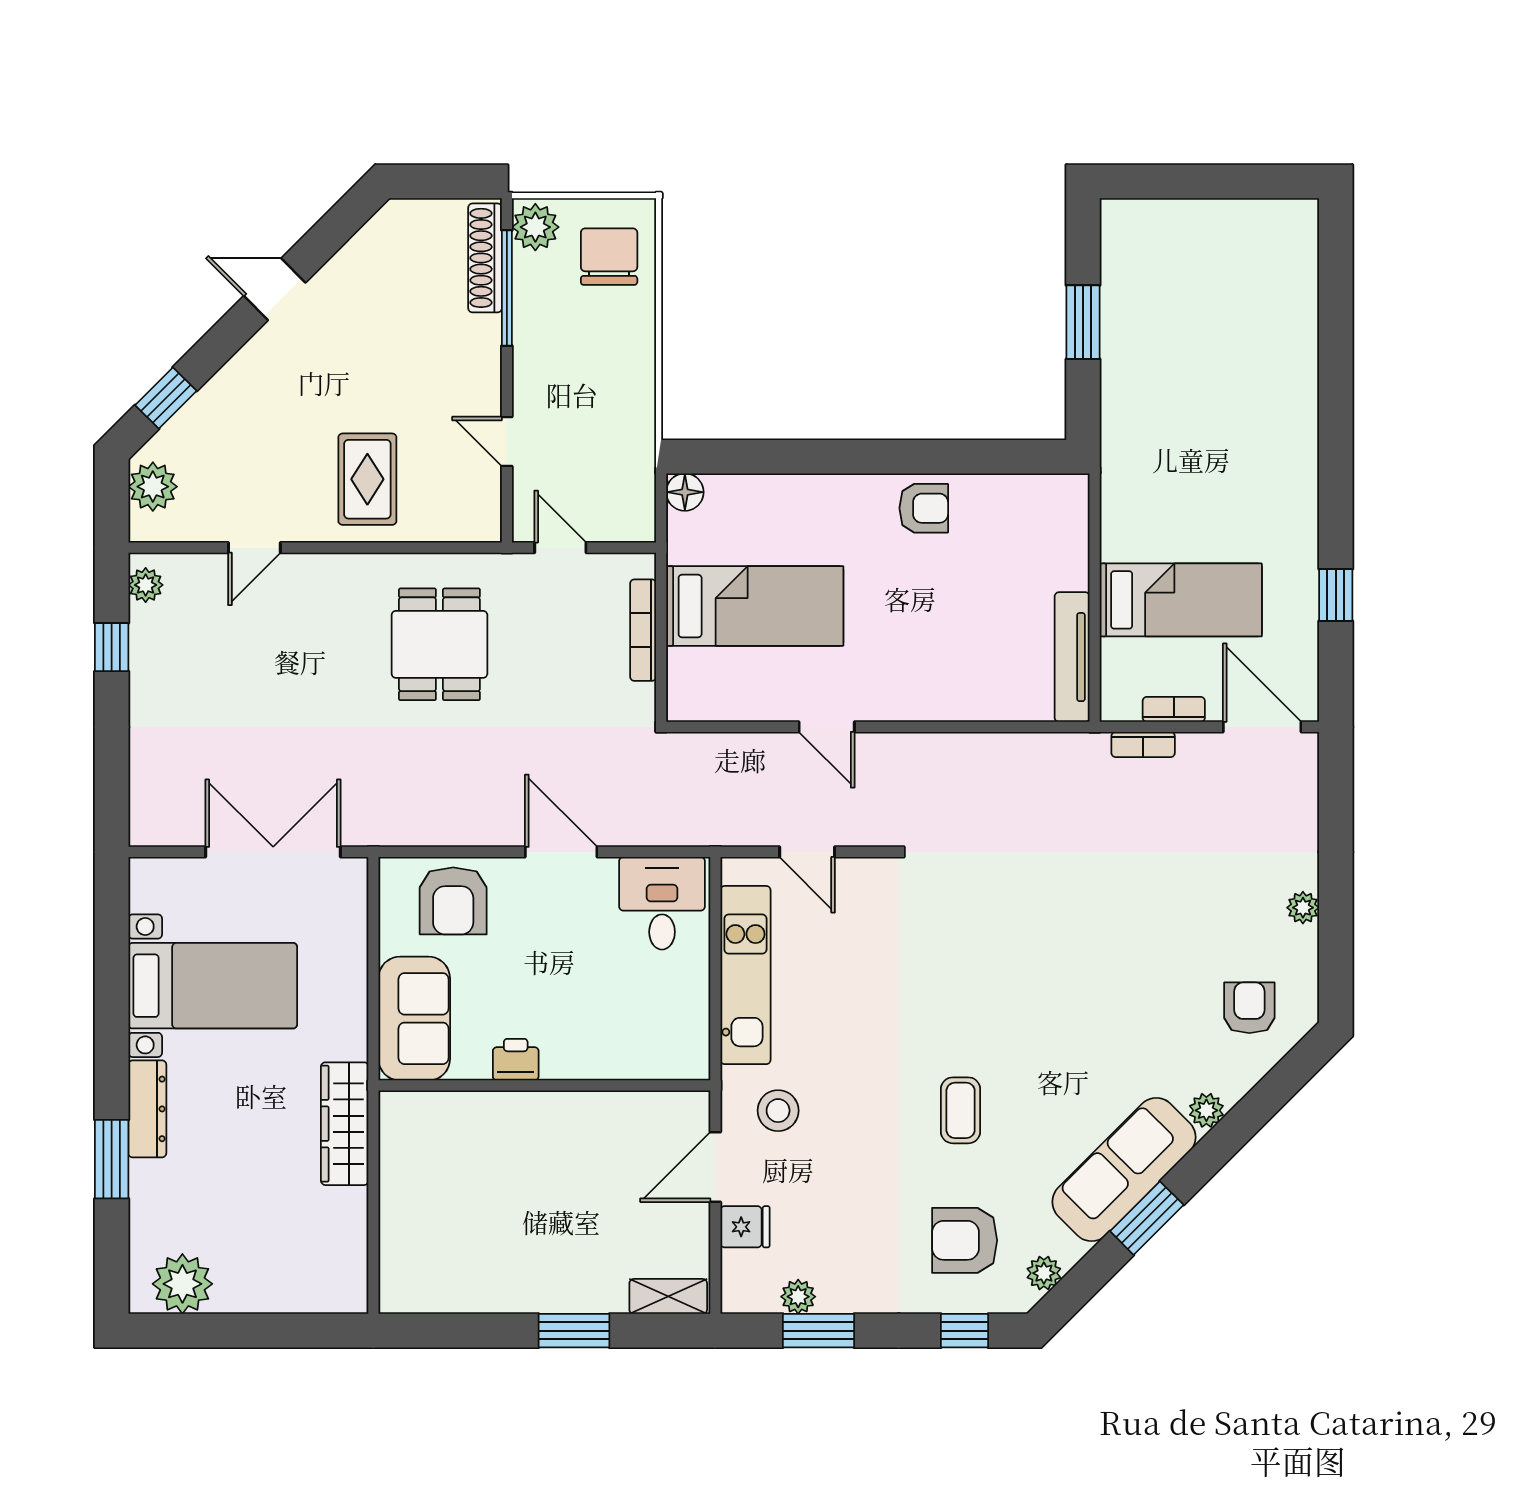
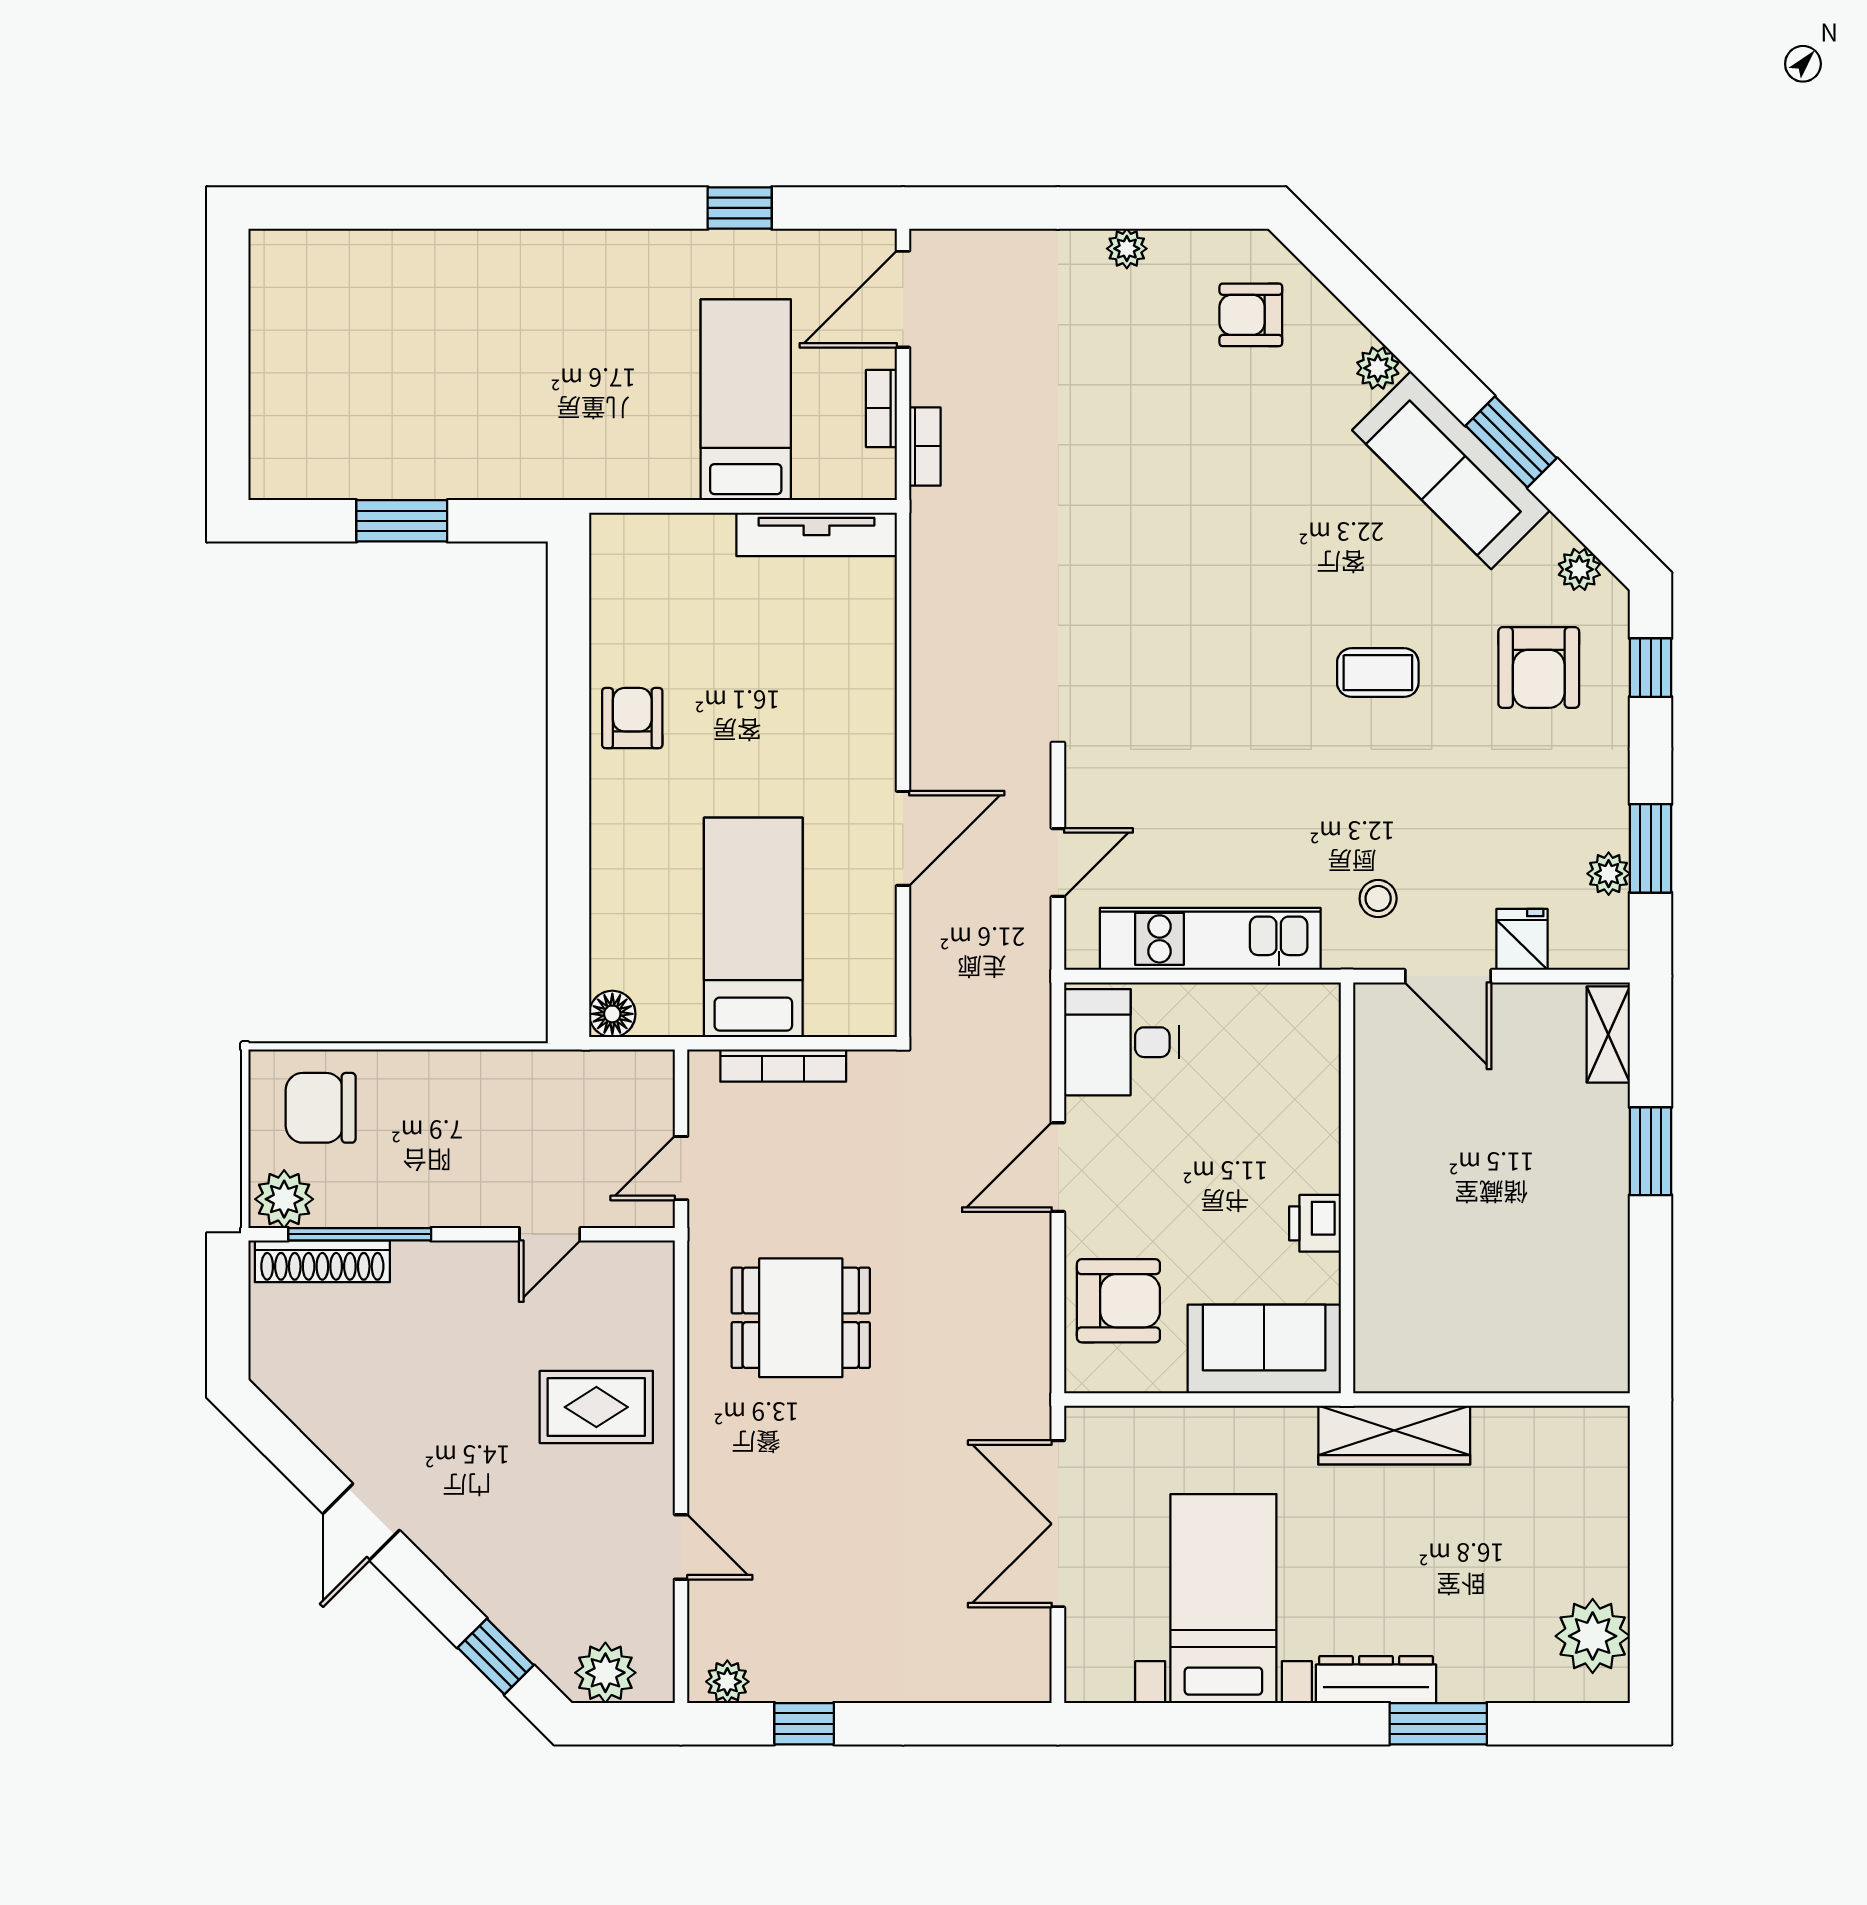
door: (827, 727) -> (903, 838), width x1.38
stool: (778, 1111) -> (1378, 899), width x0.73, depth x0.73

